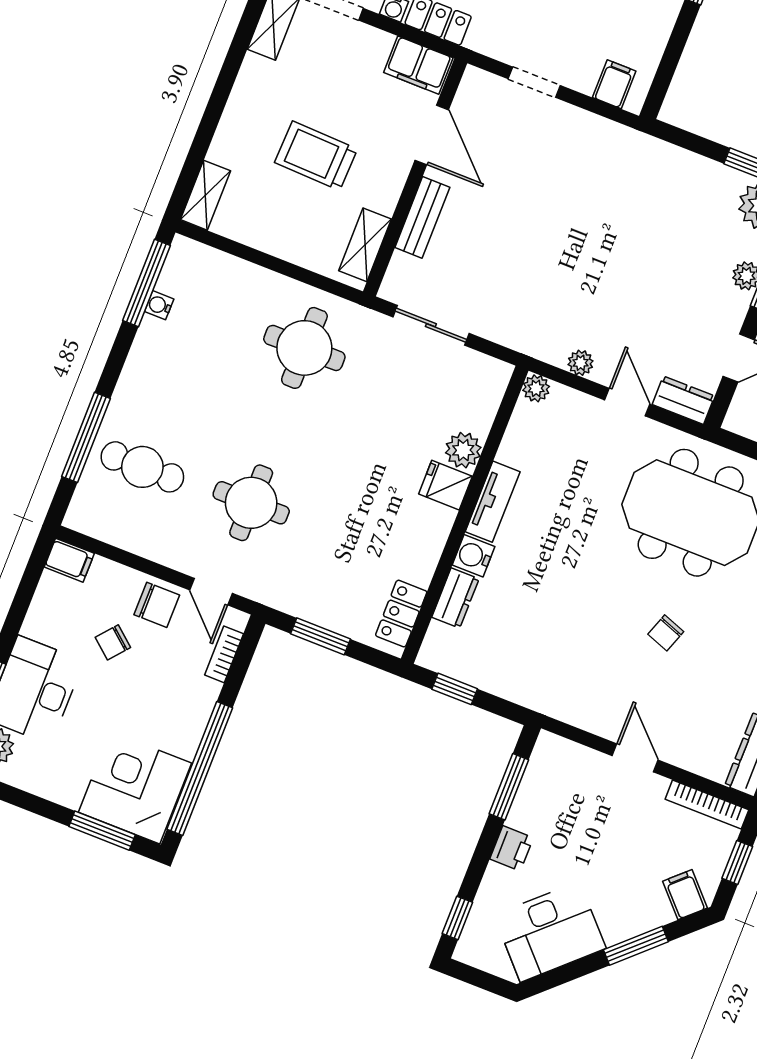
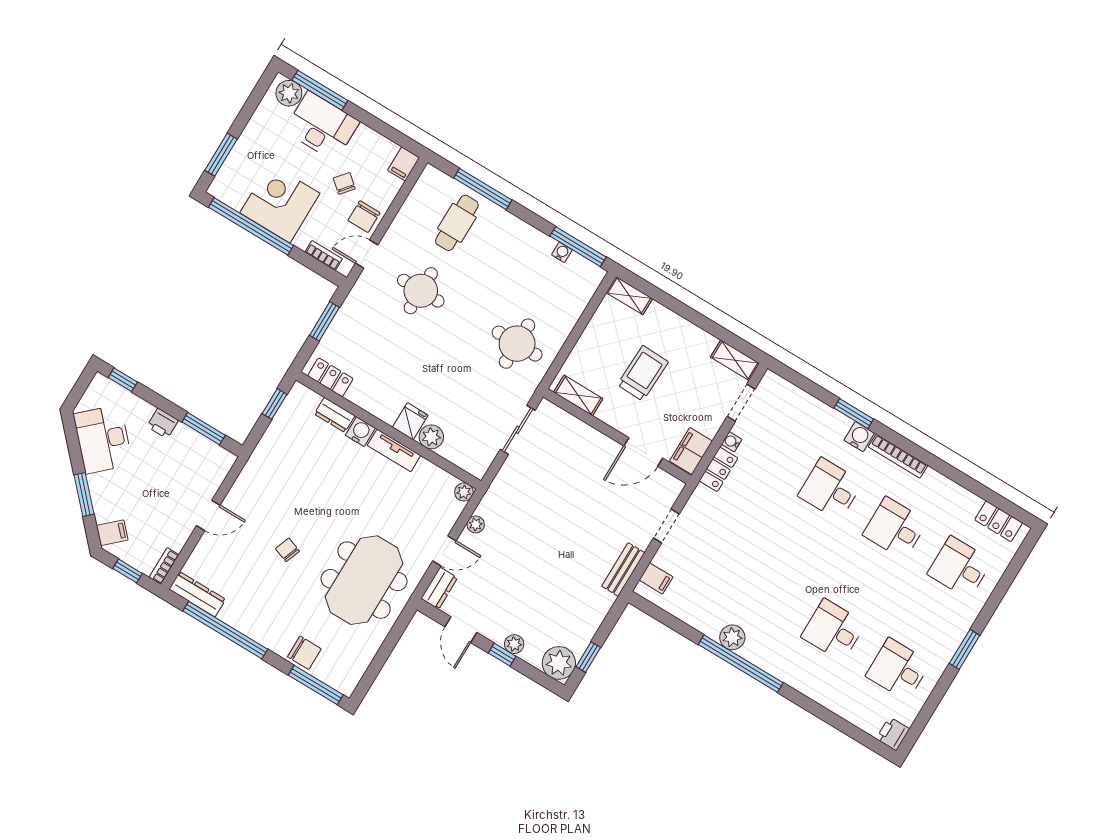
bench: (422, 217) -> (623, 570), moved, turned 90
corner desk: (135, 788) -> (280, 203), moved, turned -90
bookcase: (707, 805) -> (164, 566), width x0.64

